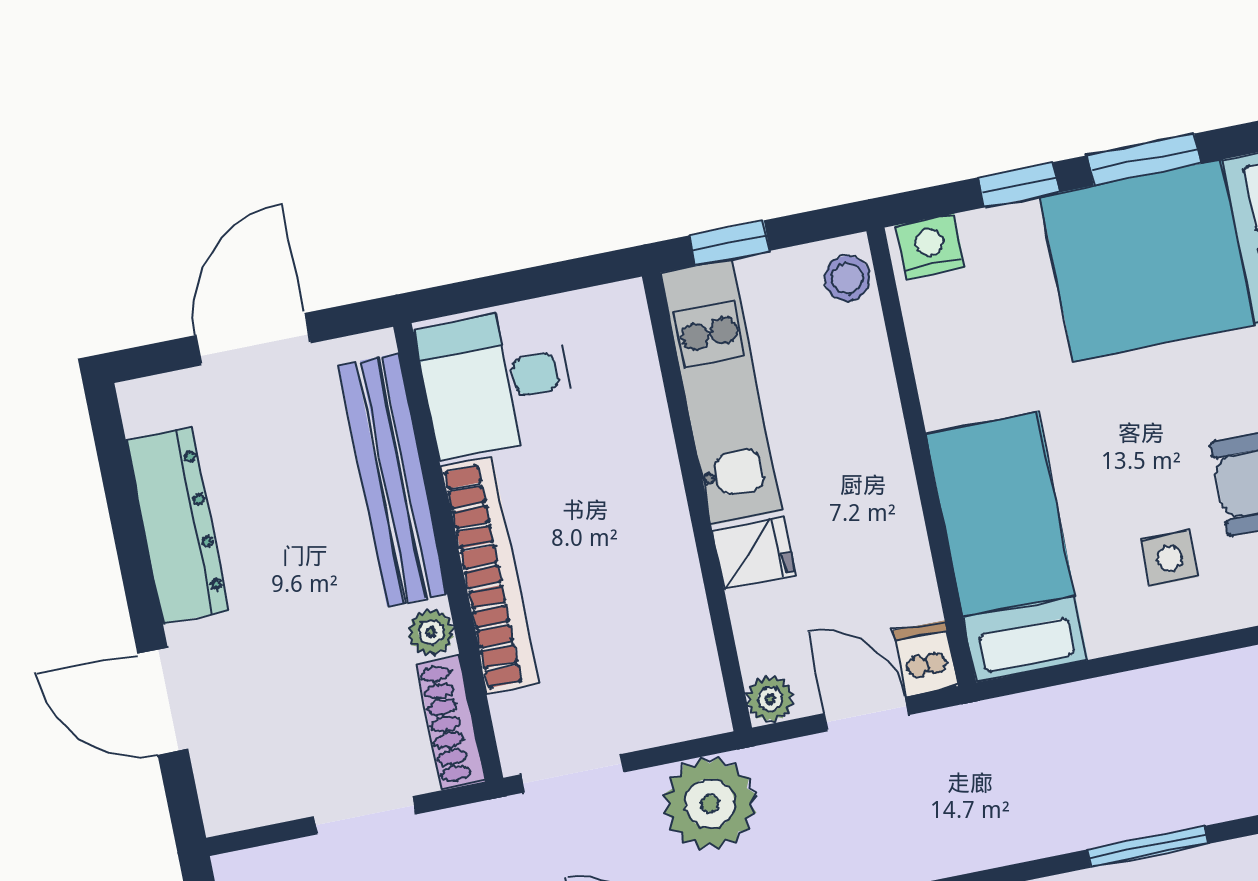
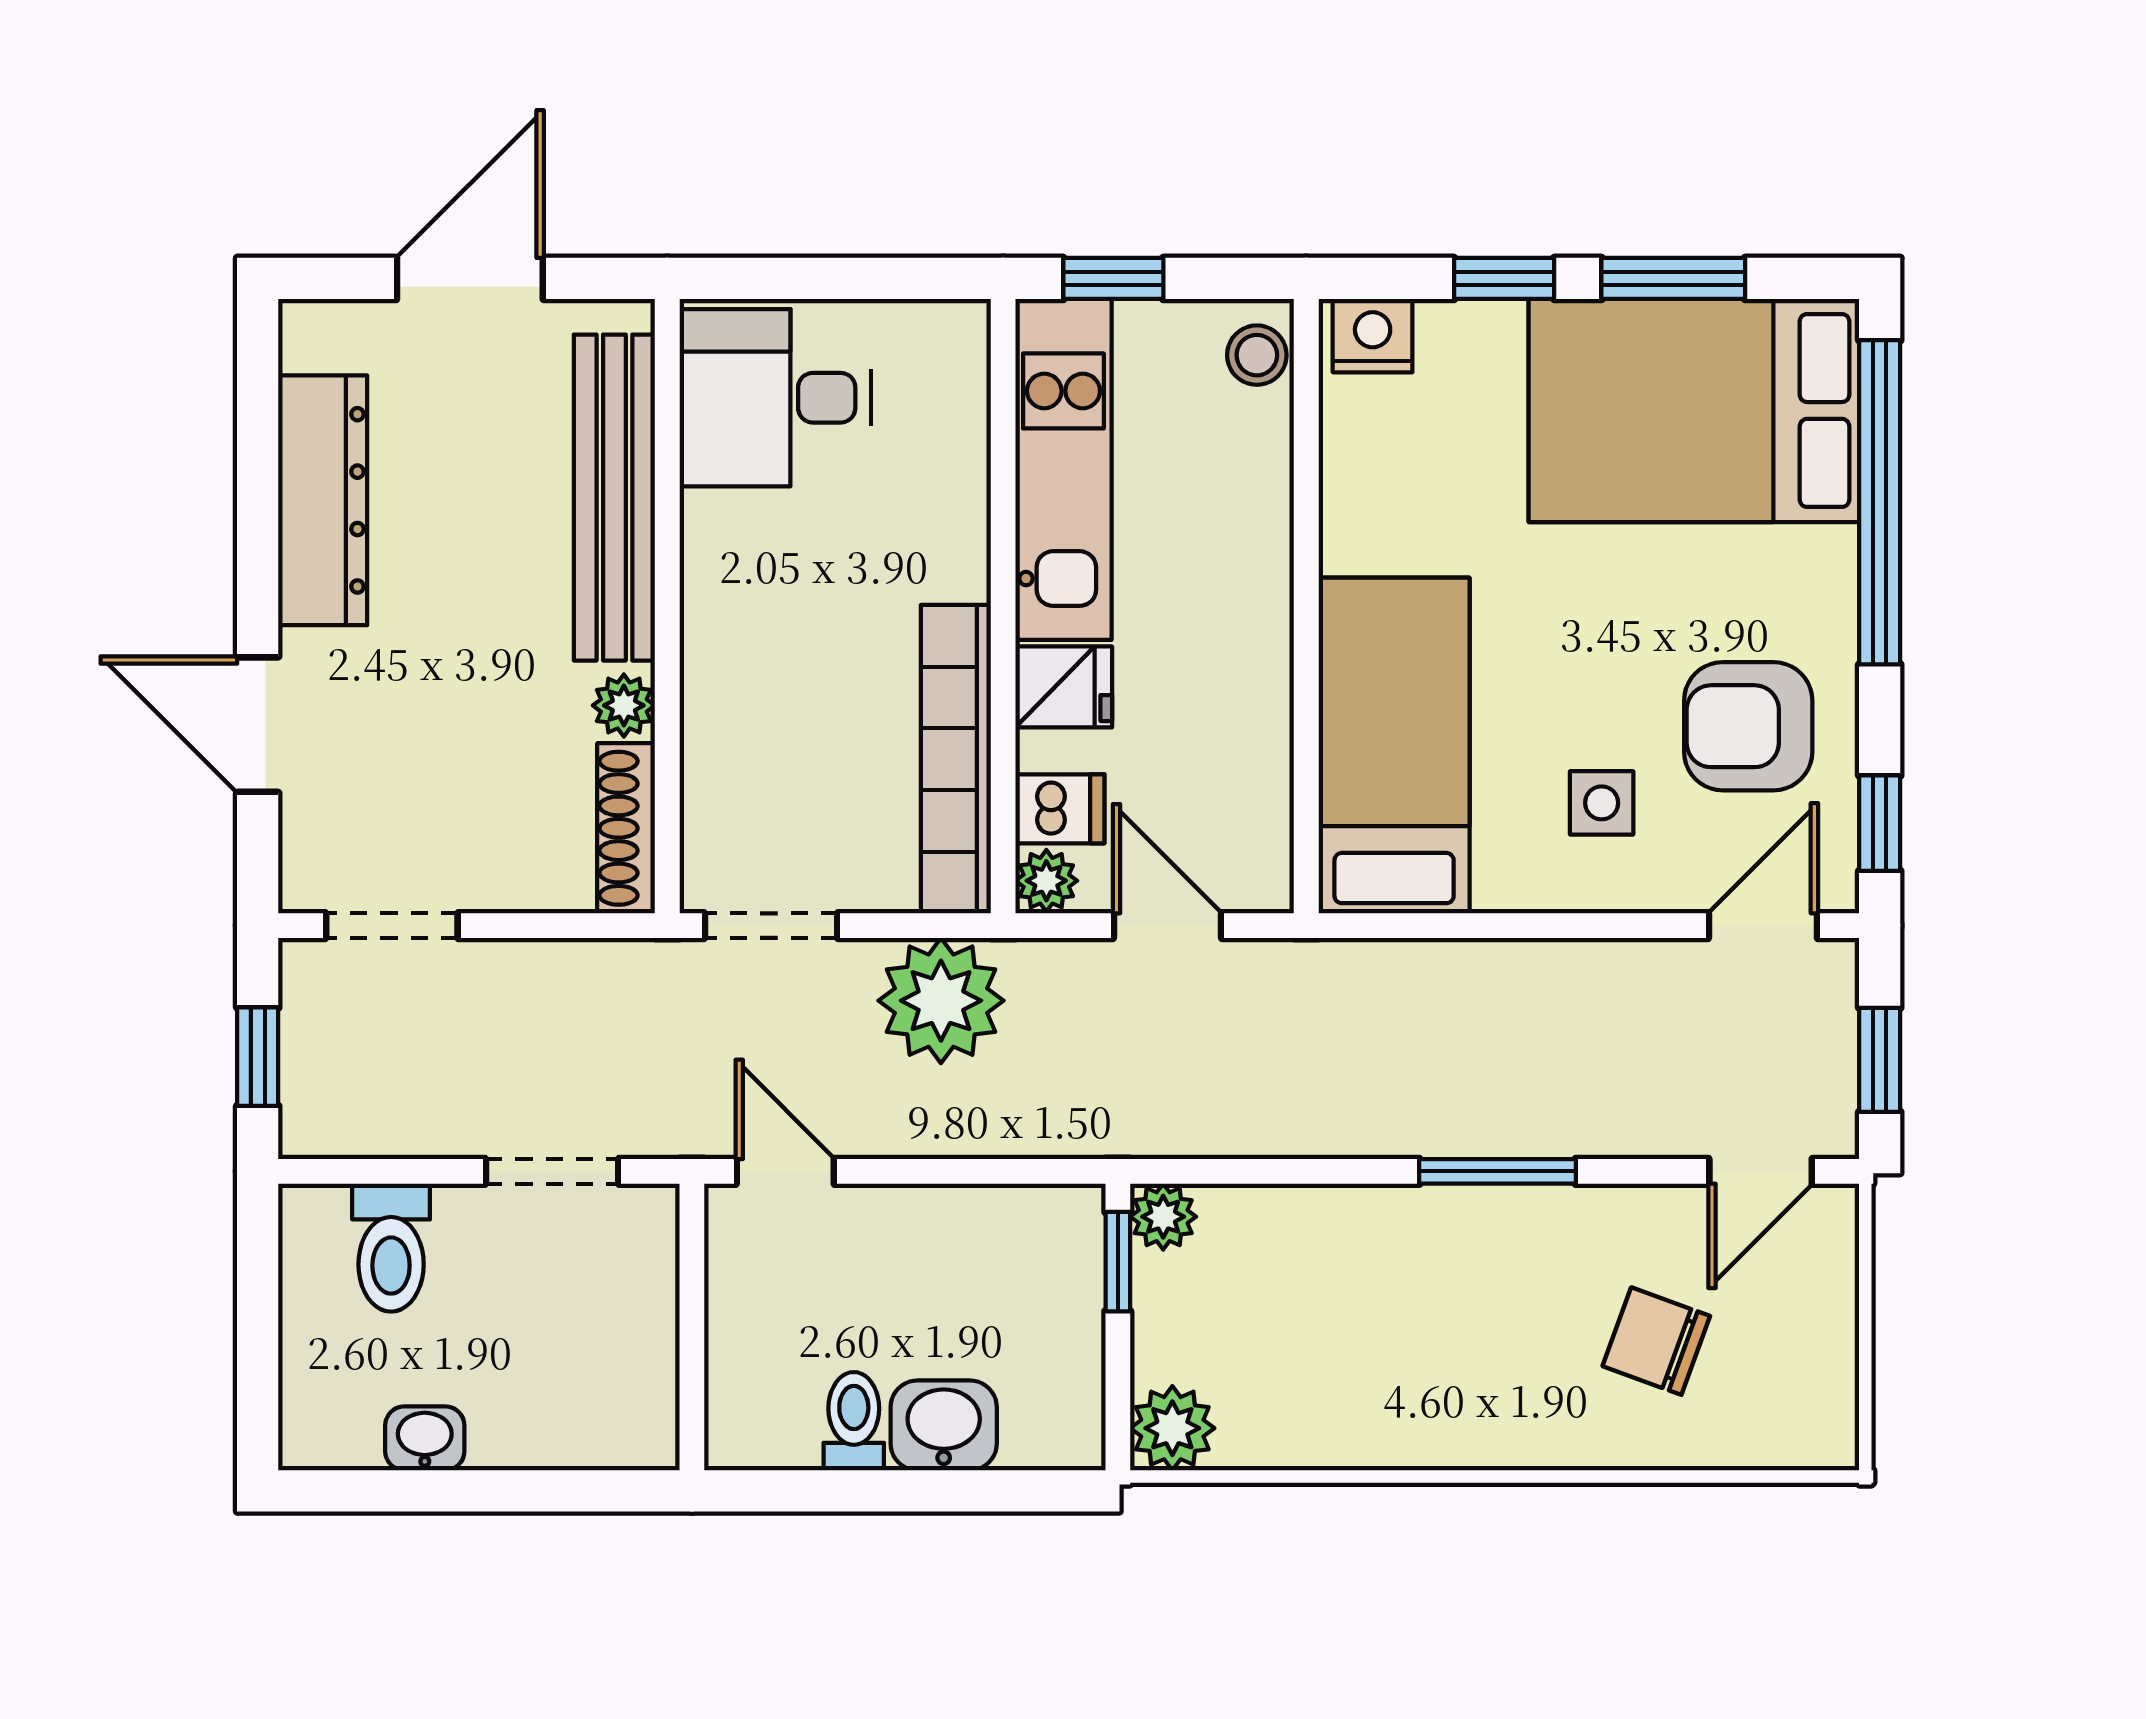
bookcase: (489, 575) -> (956, 759), moved, turned 180
dishwasher: (926, 658) -> (1060, 809), moved, turned 90
doorway: (365, 815) -> (392, 926), moved

